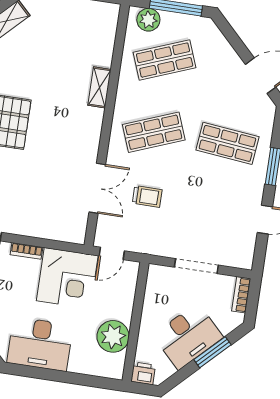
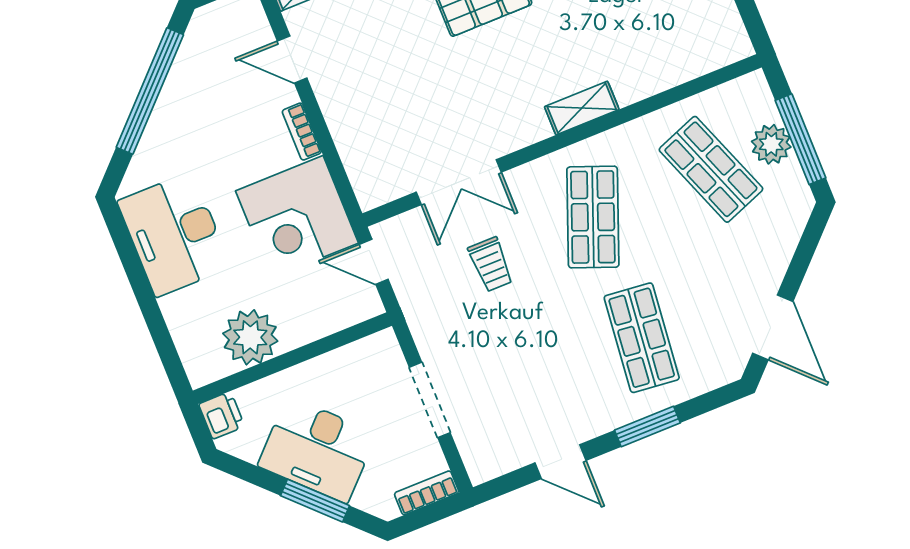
plant: (148, 20) -> (771, 144), moved
shelving: (99, 87) -> (582, 108), moved
shop shelf: (154, 132) -> (593, 217), turned 42

